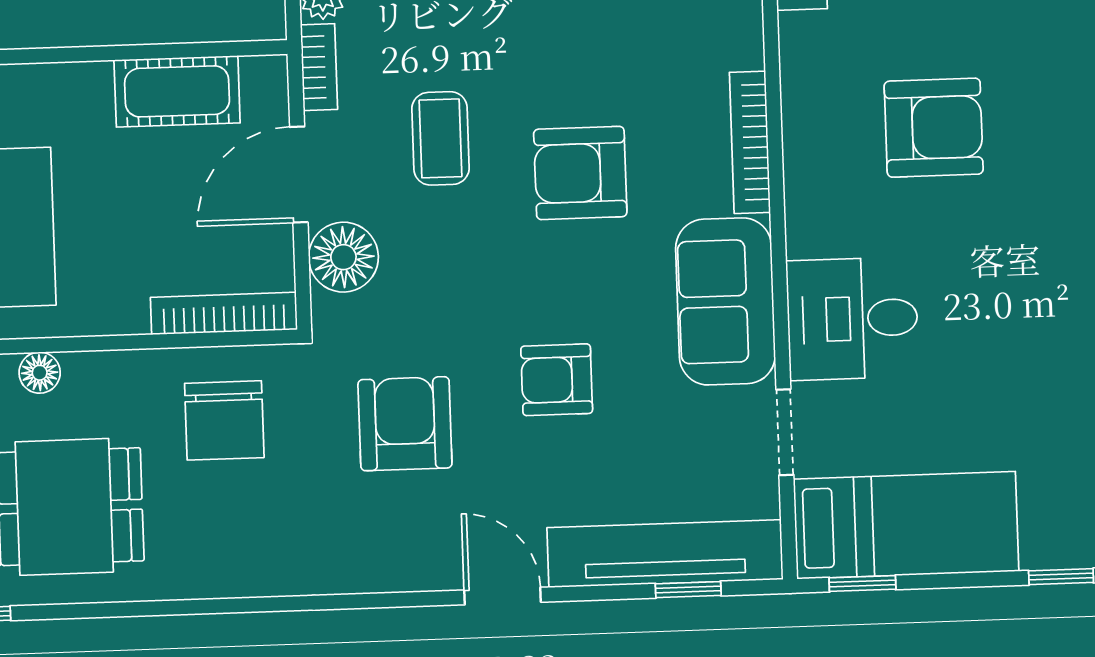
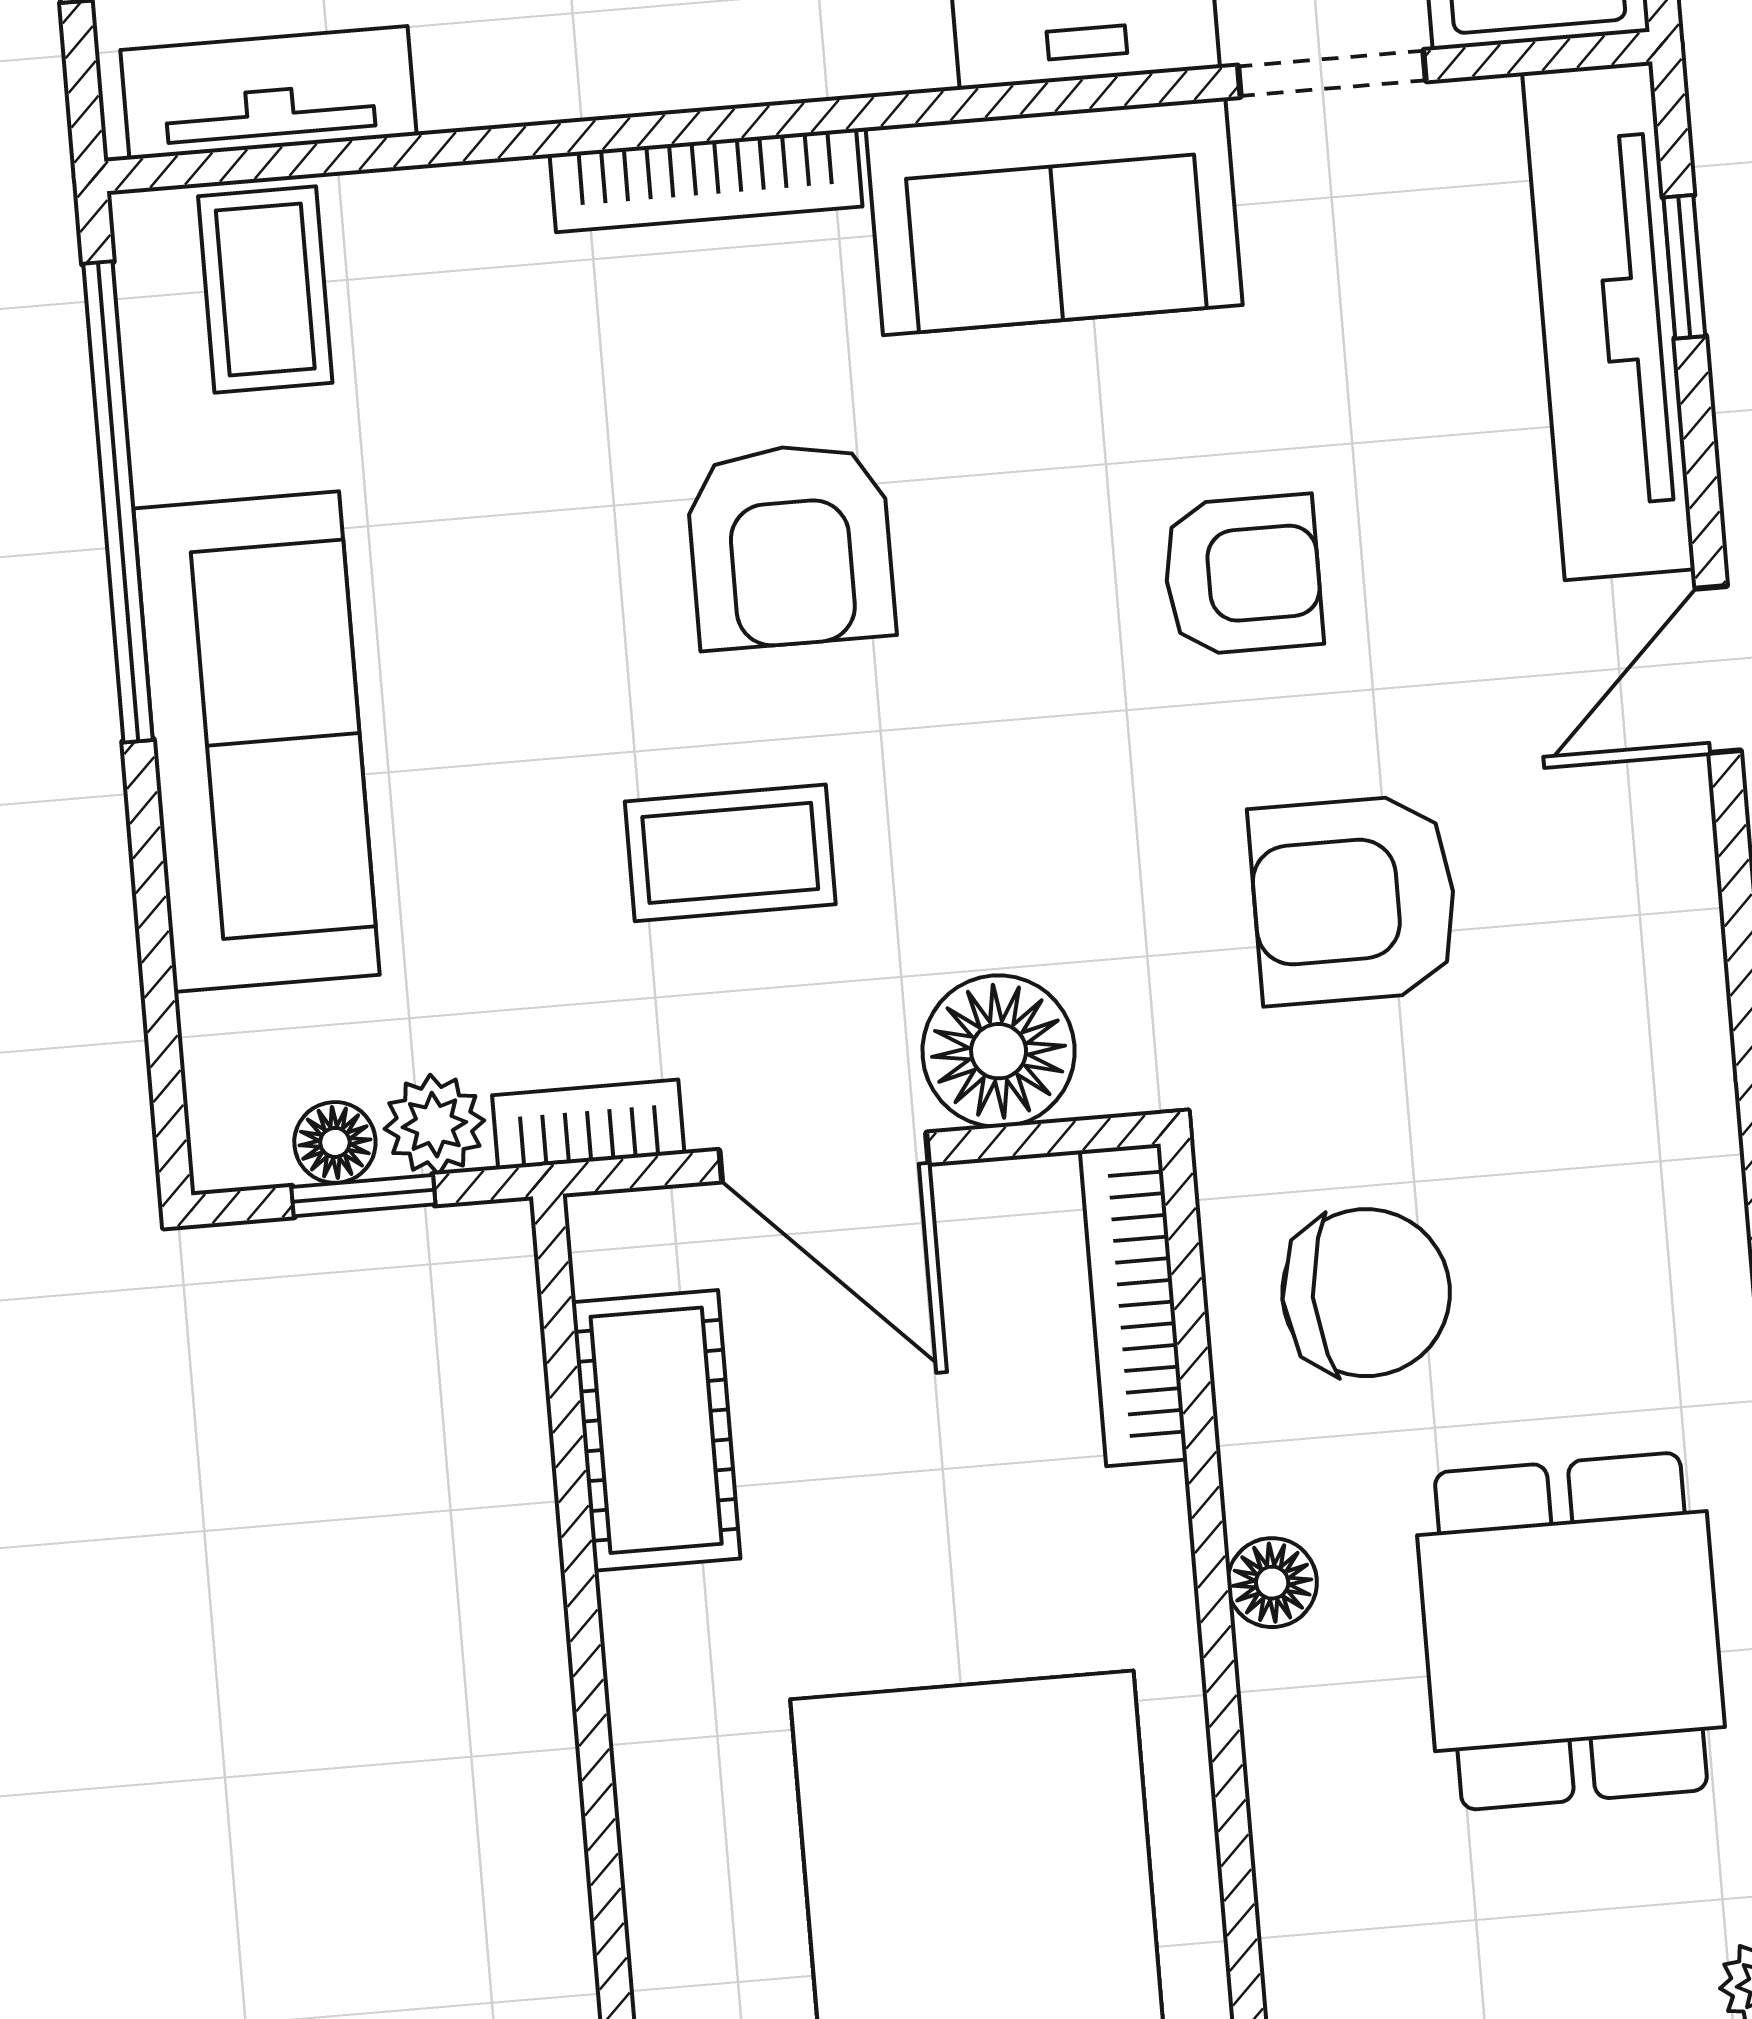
floor lamp: (40, 373) -> (1272, 1583), moved
armchair: (557, 380) -> (1242, 575), turned -90

